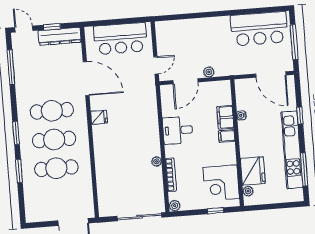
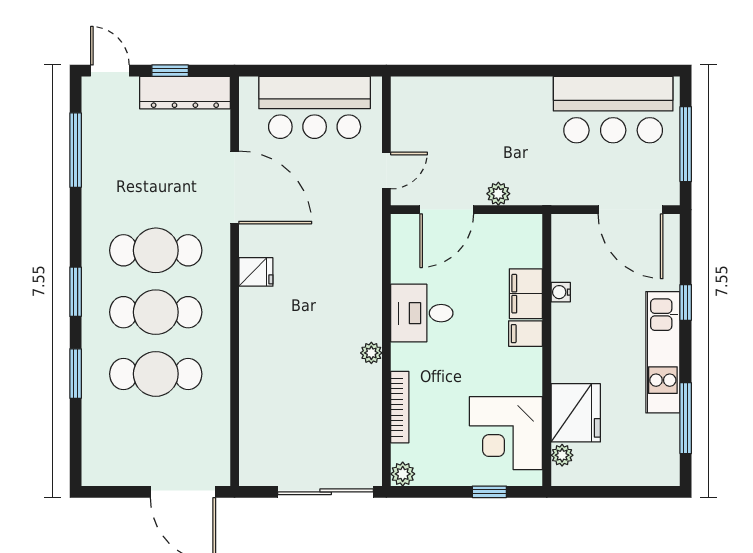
kitchen unit: (292, 150) -> (663, 352), width x0.73
plant: (157, 161) -> (371, 353), moved

